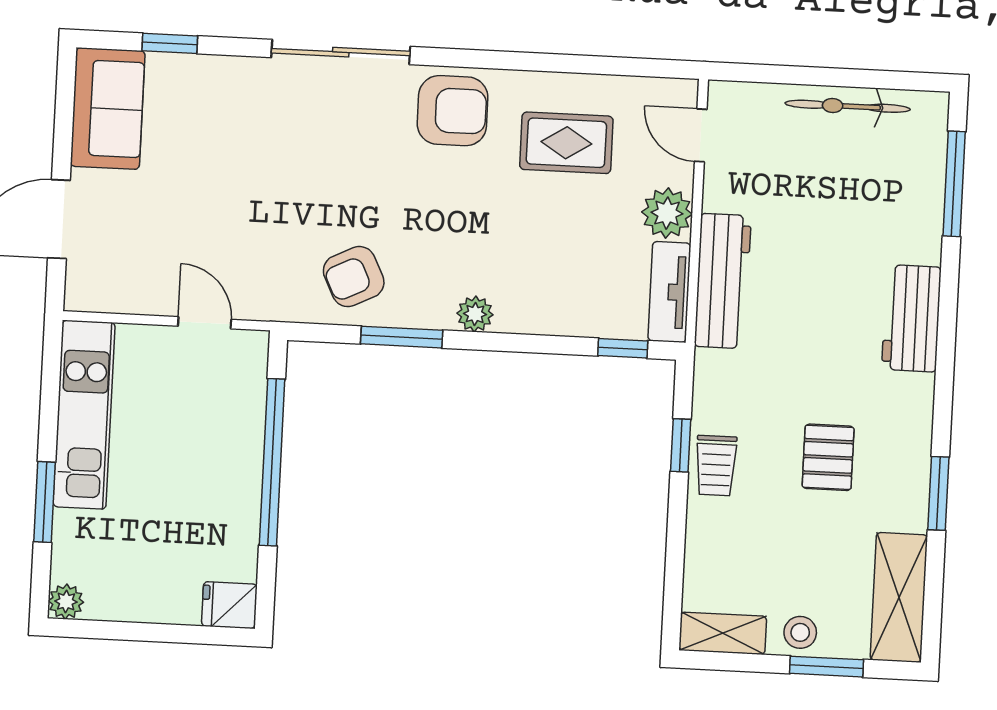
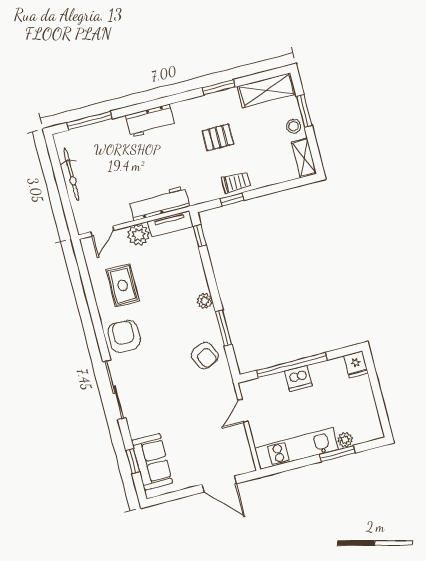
sofa: (108, 109) -> (152, 462), moved, turned 90
dishwasher: (238, 468) -> (298, 378), added
plant: (66, 602) -> (345, 440), moved

